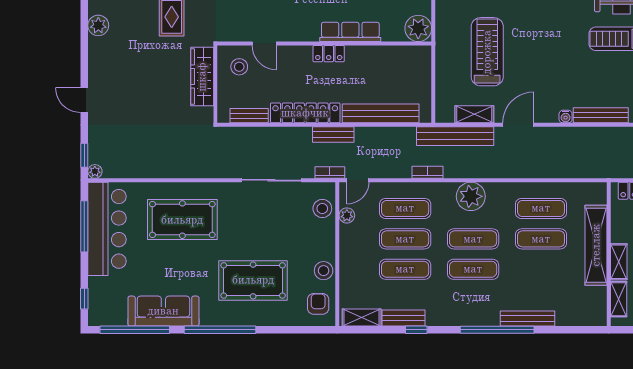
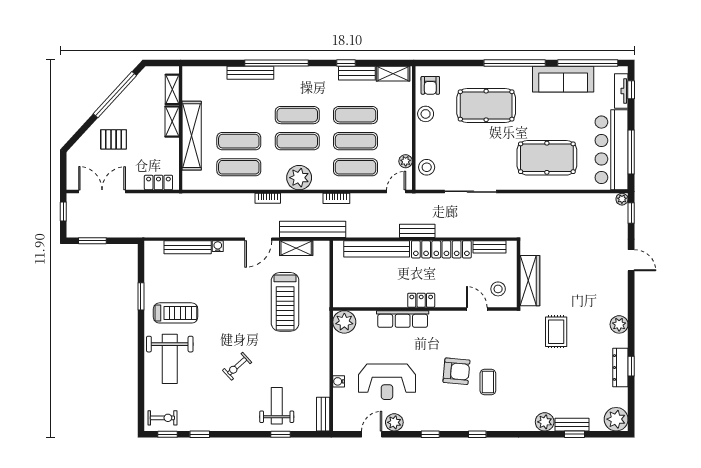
bookcase: (330, 172) -> (268, 198), moved
tv unit: (96, 297) -> (621, 91), added

